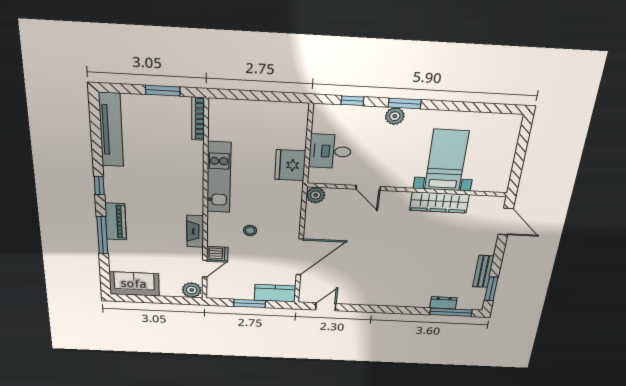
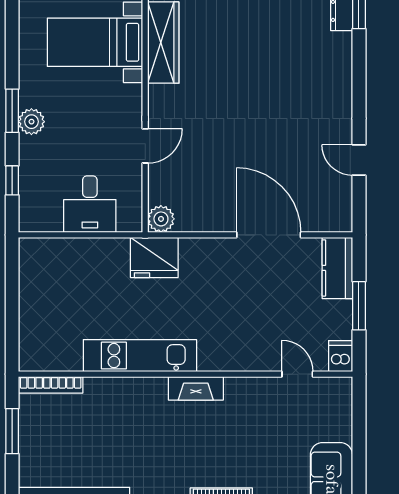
fridge: (290, 165) -> (154, 257), moved
stool: (250, 230) -> (226, 309), removed
fireplace: (195, 231) -> (196, 388), moved
dishwasher: (217, 253) -> (341, 356), moved
plant: (192, 290) -> (338, 393), removed
door: (326, 307) -> (359, 160), moved

